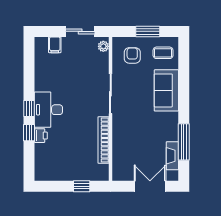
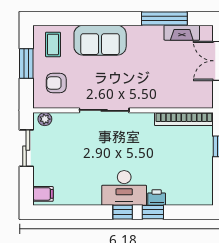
filing cabinet: (55, 45) -> (43, 194), moved
bookcase: (103, 140) -> (184, 119), moved

